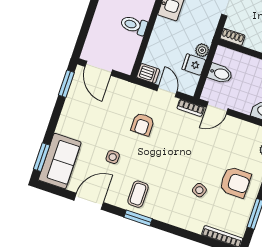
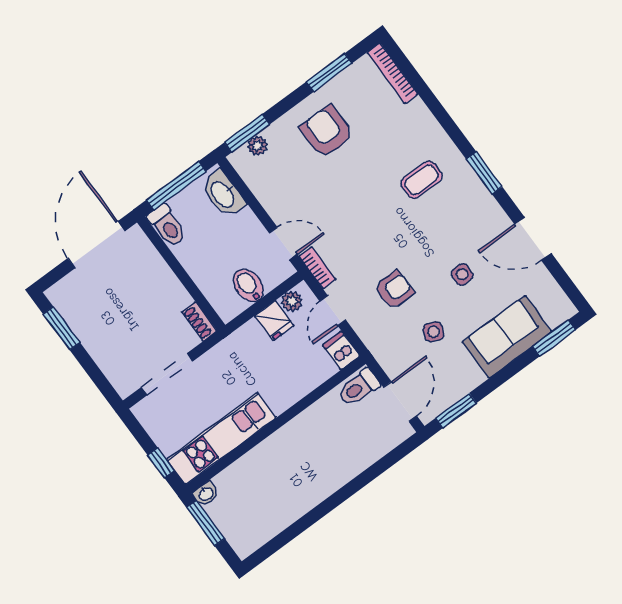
toilet: (134, 25) -> (359, 388), moved, turned 90
plant: (202, 50) -> (292, 301), moved
sofa: (60, 161) -> (507, 337), moved
side table: (199, 190) -> (434, 332), moved
coffee table: (138, 194) -> (422, 180), moved

